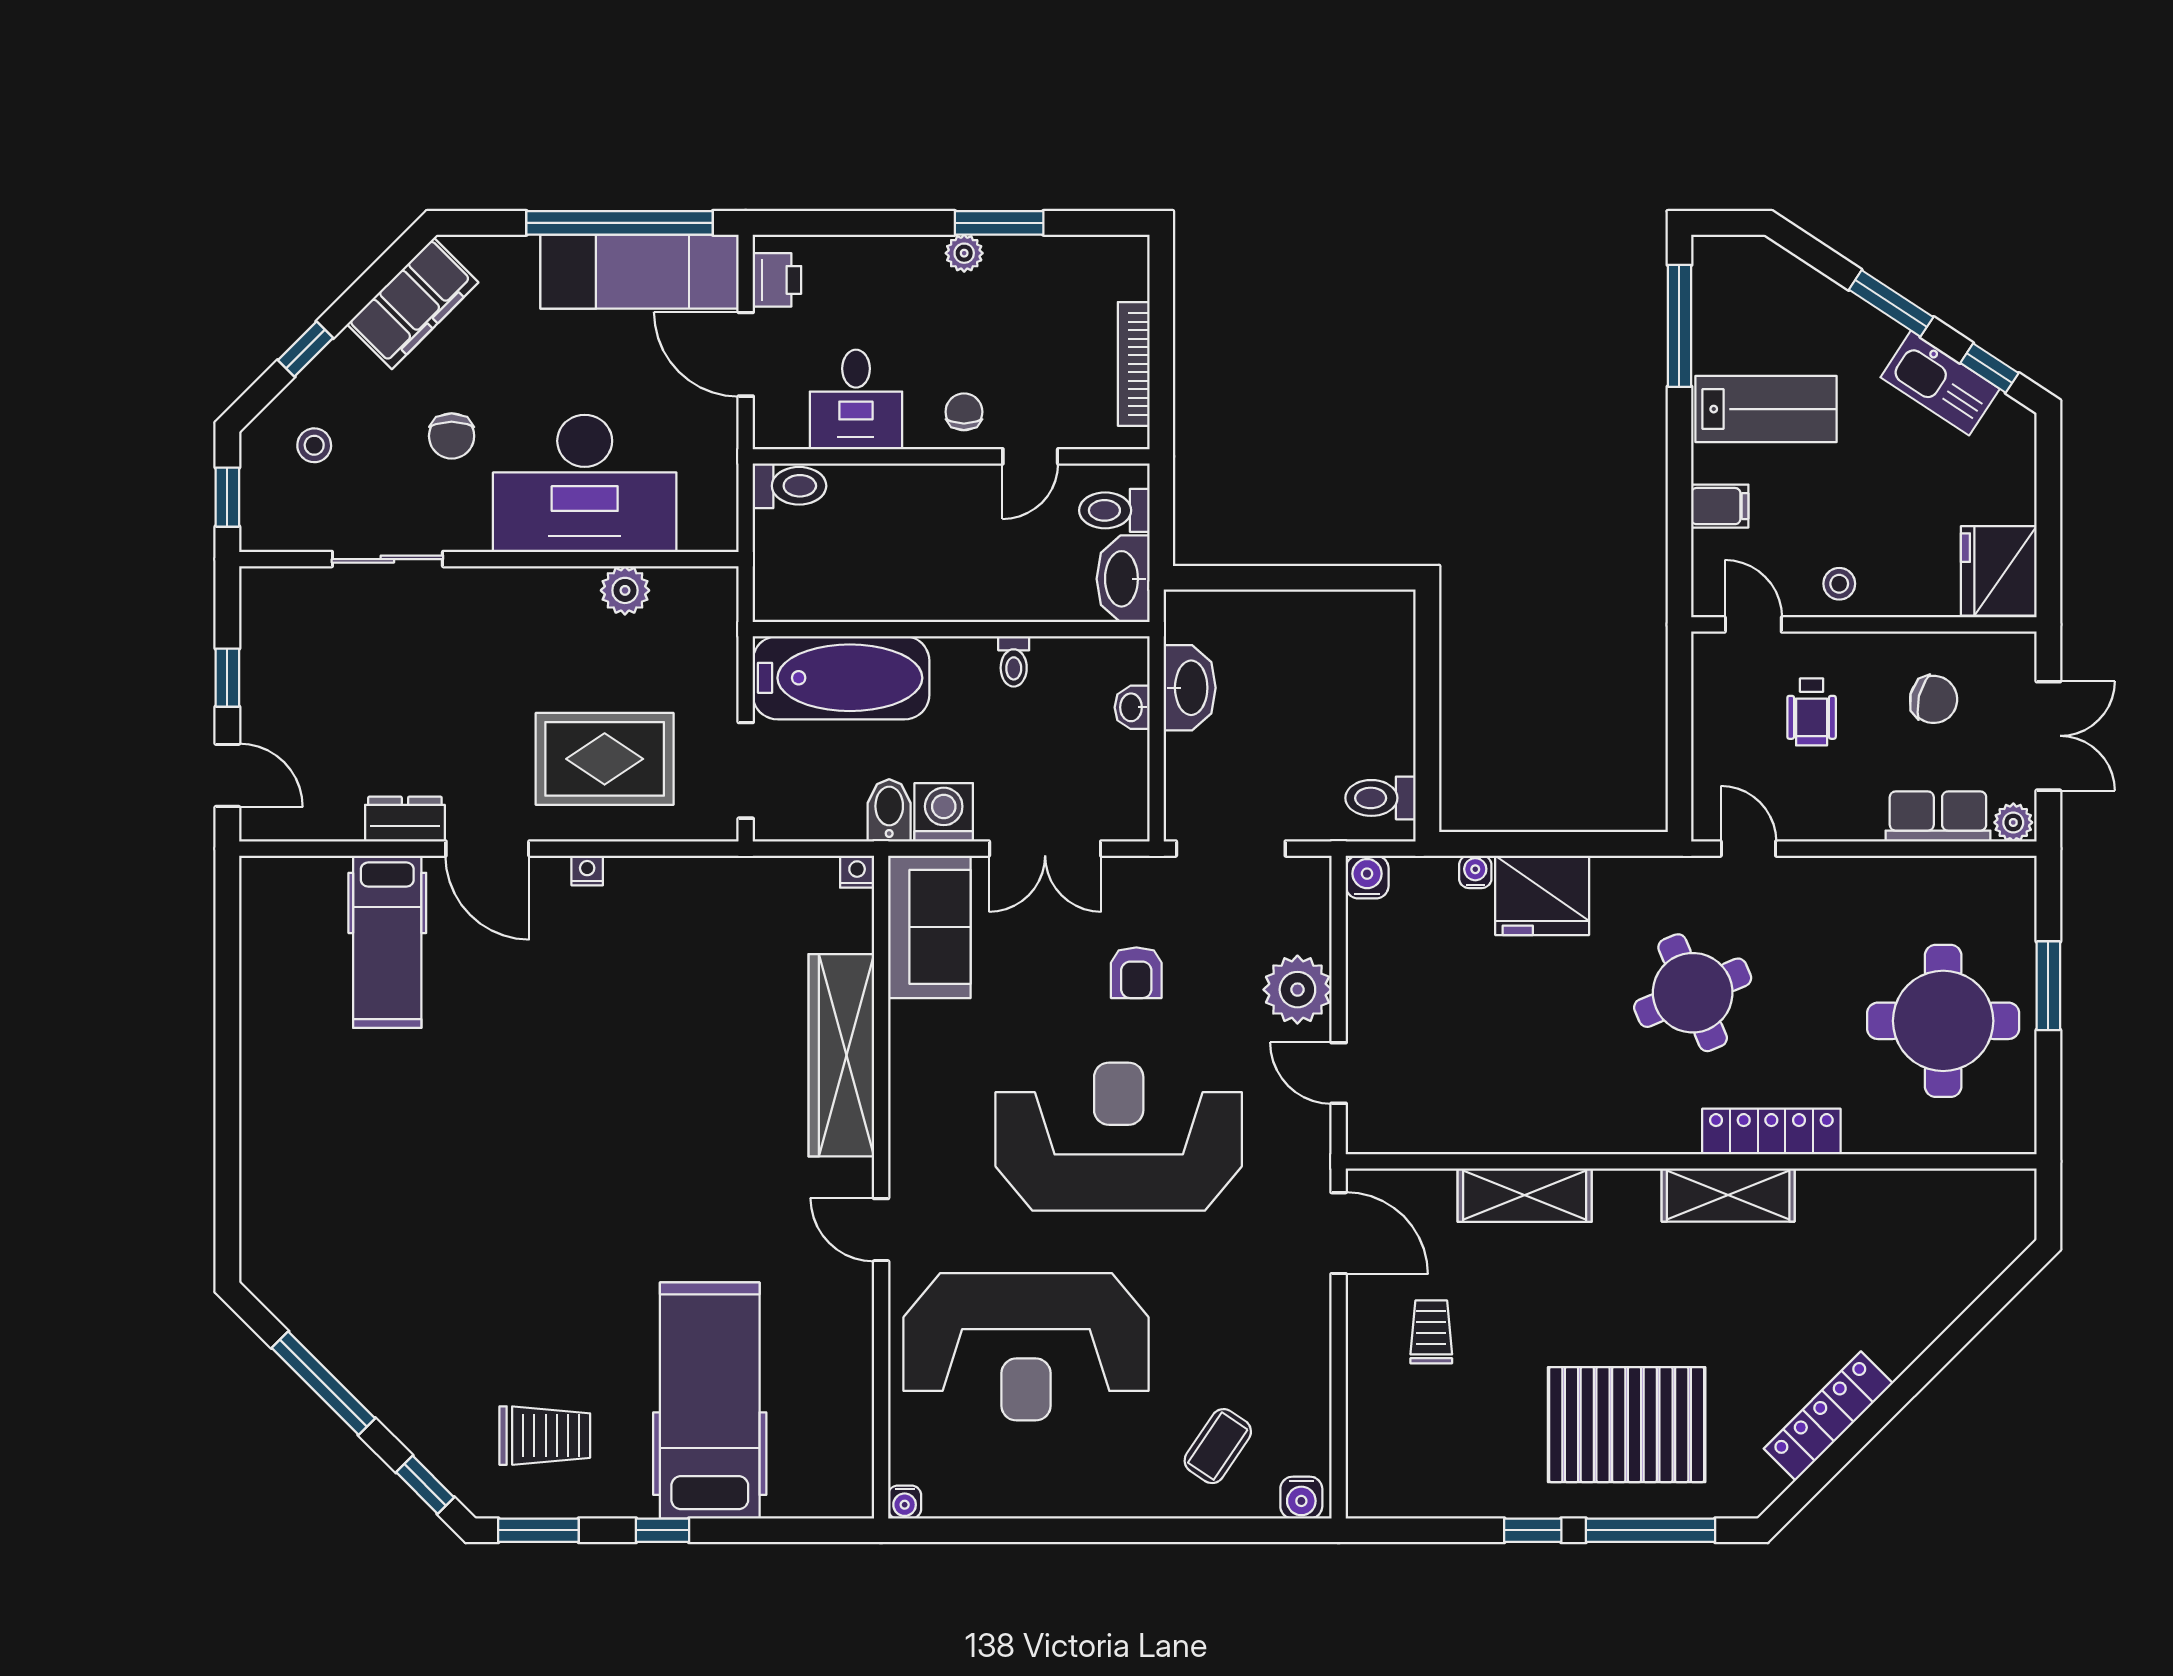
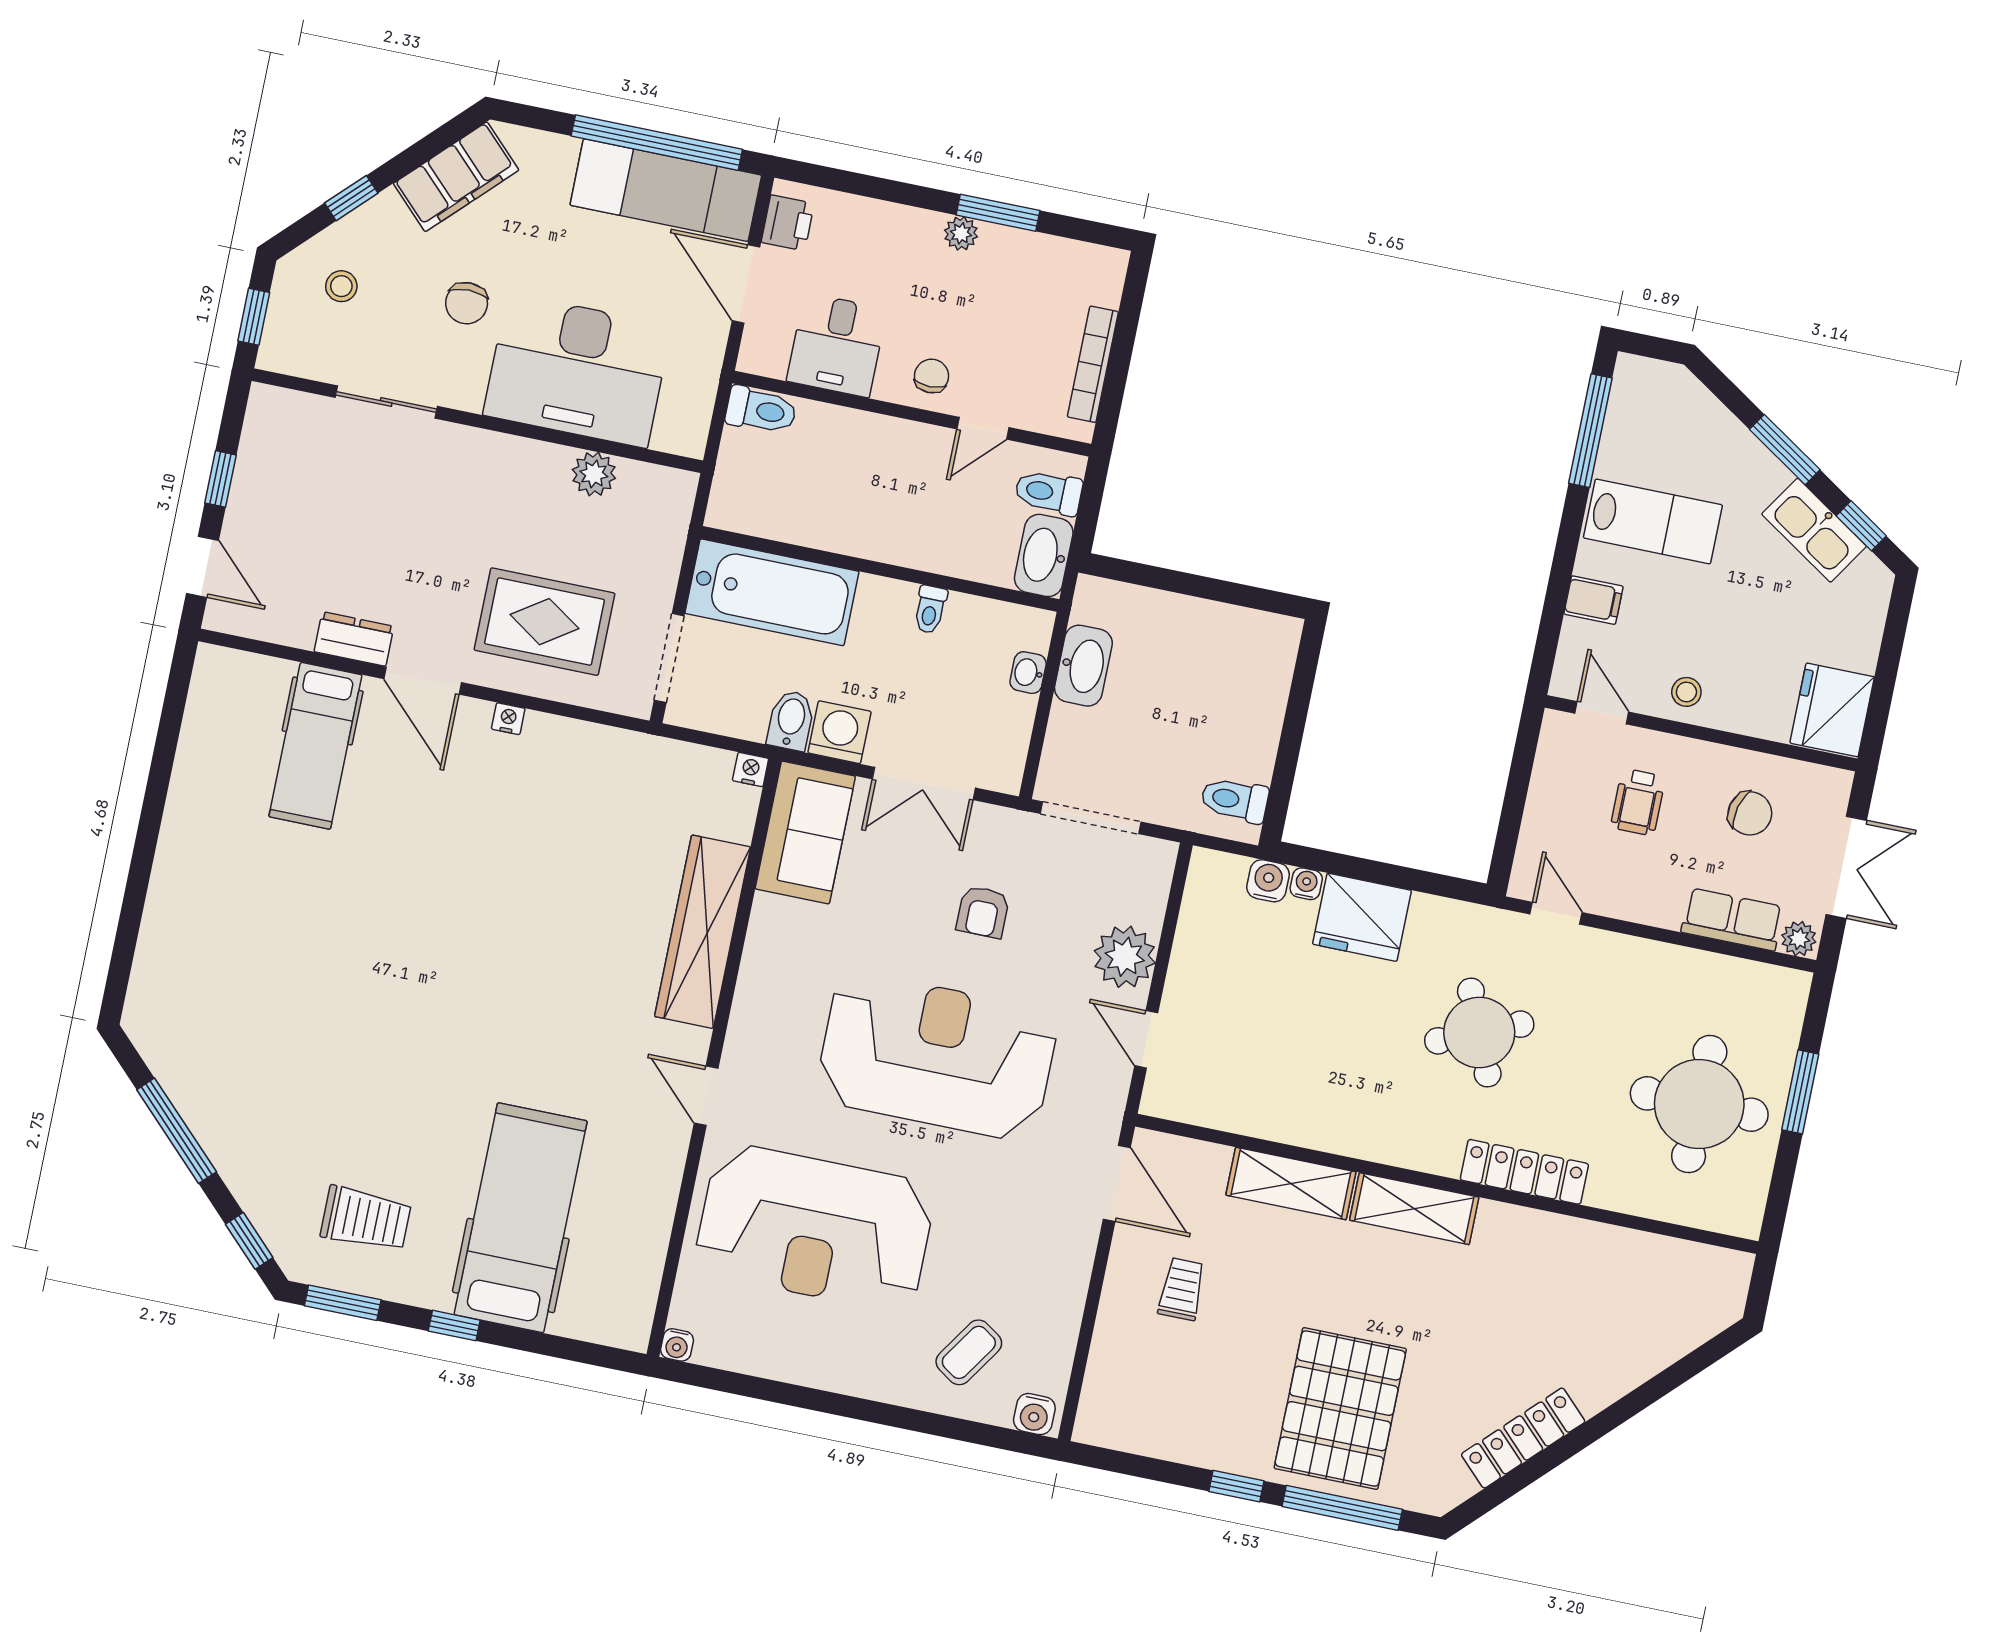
water cooler: (1367, 877) -> (1268, 881), moved
shelving: (1728, 1195) -> (1414, 1209), moved
pallet: (1627, 1425) -> (1340, 1408), turned 90

